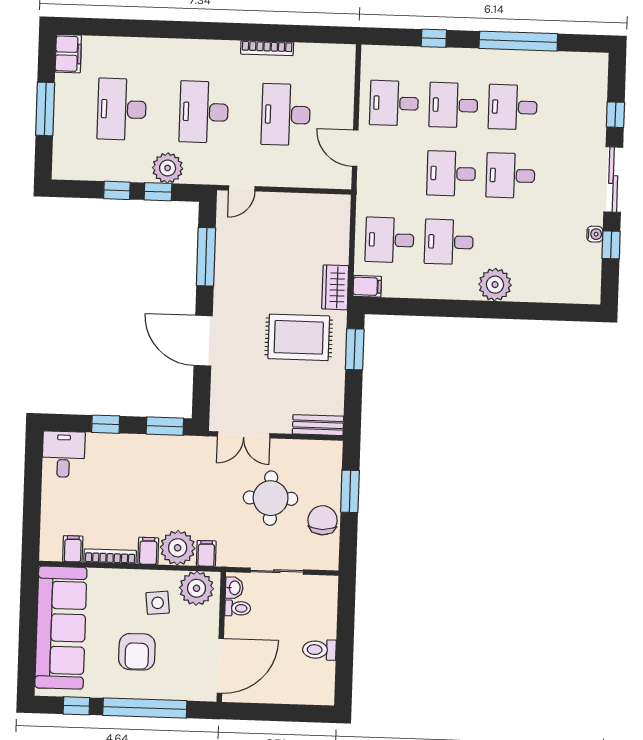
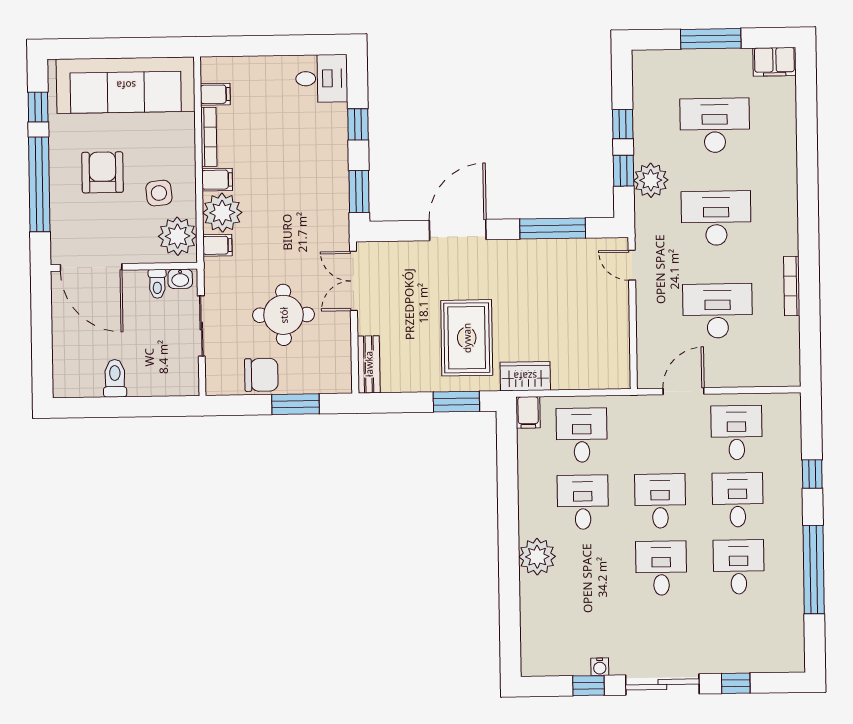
armchair: (137, 652) -> (102, 172), turned 90

